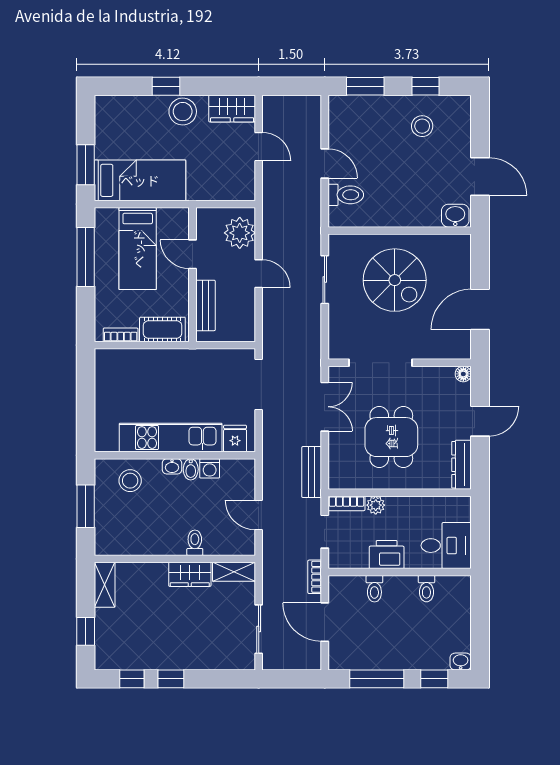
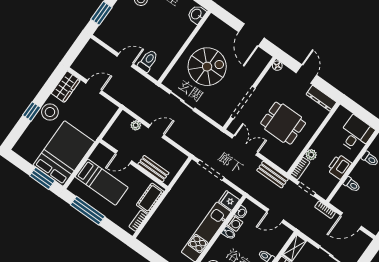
bed: (140, 180) -> (64, 153), width x1.50
plant: (240, 233) -> (136, 125), width x0.53, depth x0.53
washbasin: (172, 466) -> (241, 212), moved

